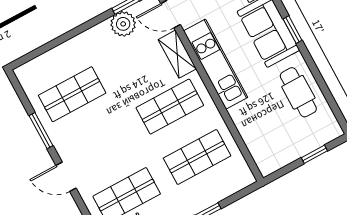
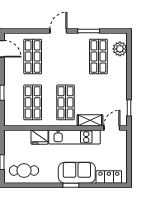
plant: (123, 24) -> (120, 49), moved
cafe table: (298, 92) -> (24, 171), moved
fridge: (245, 118) -> (39, 137), added

